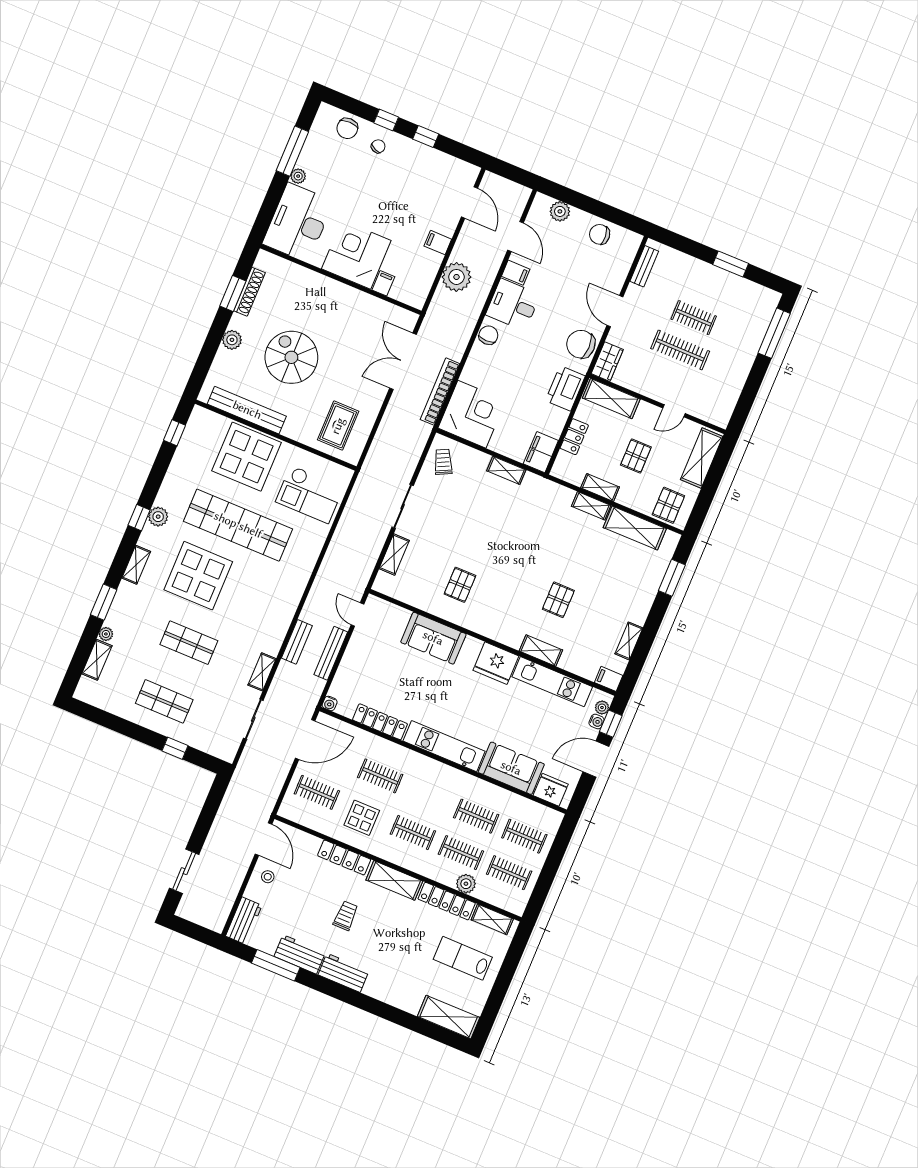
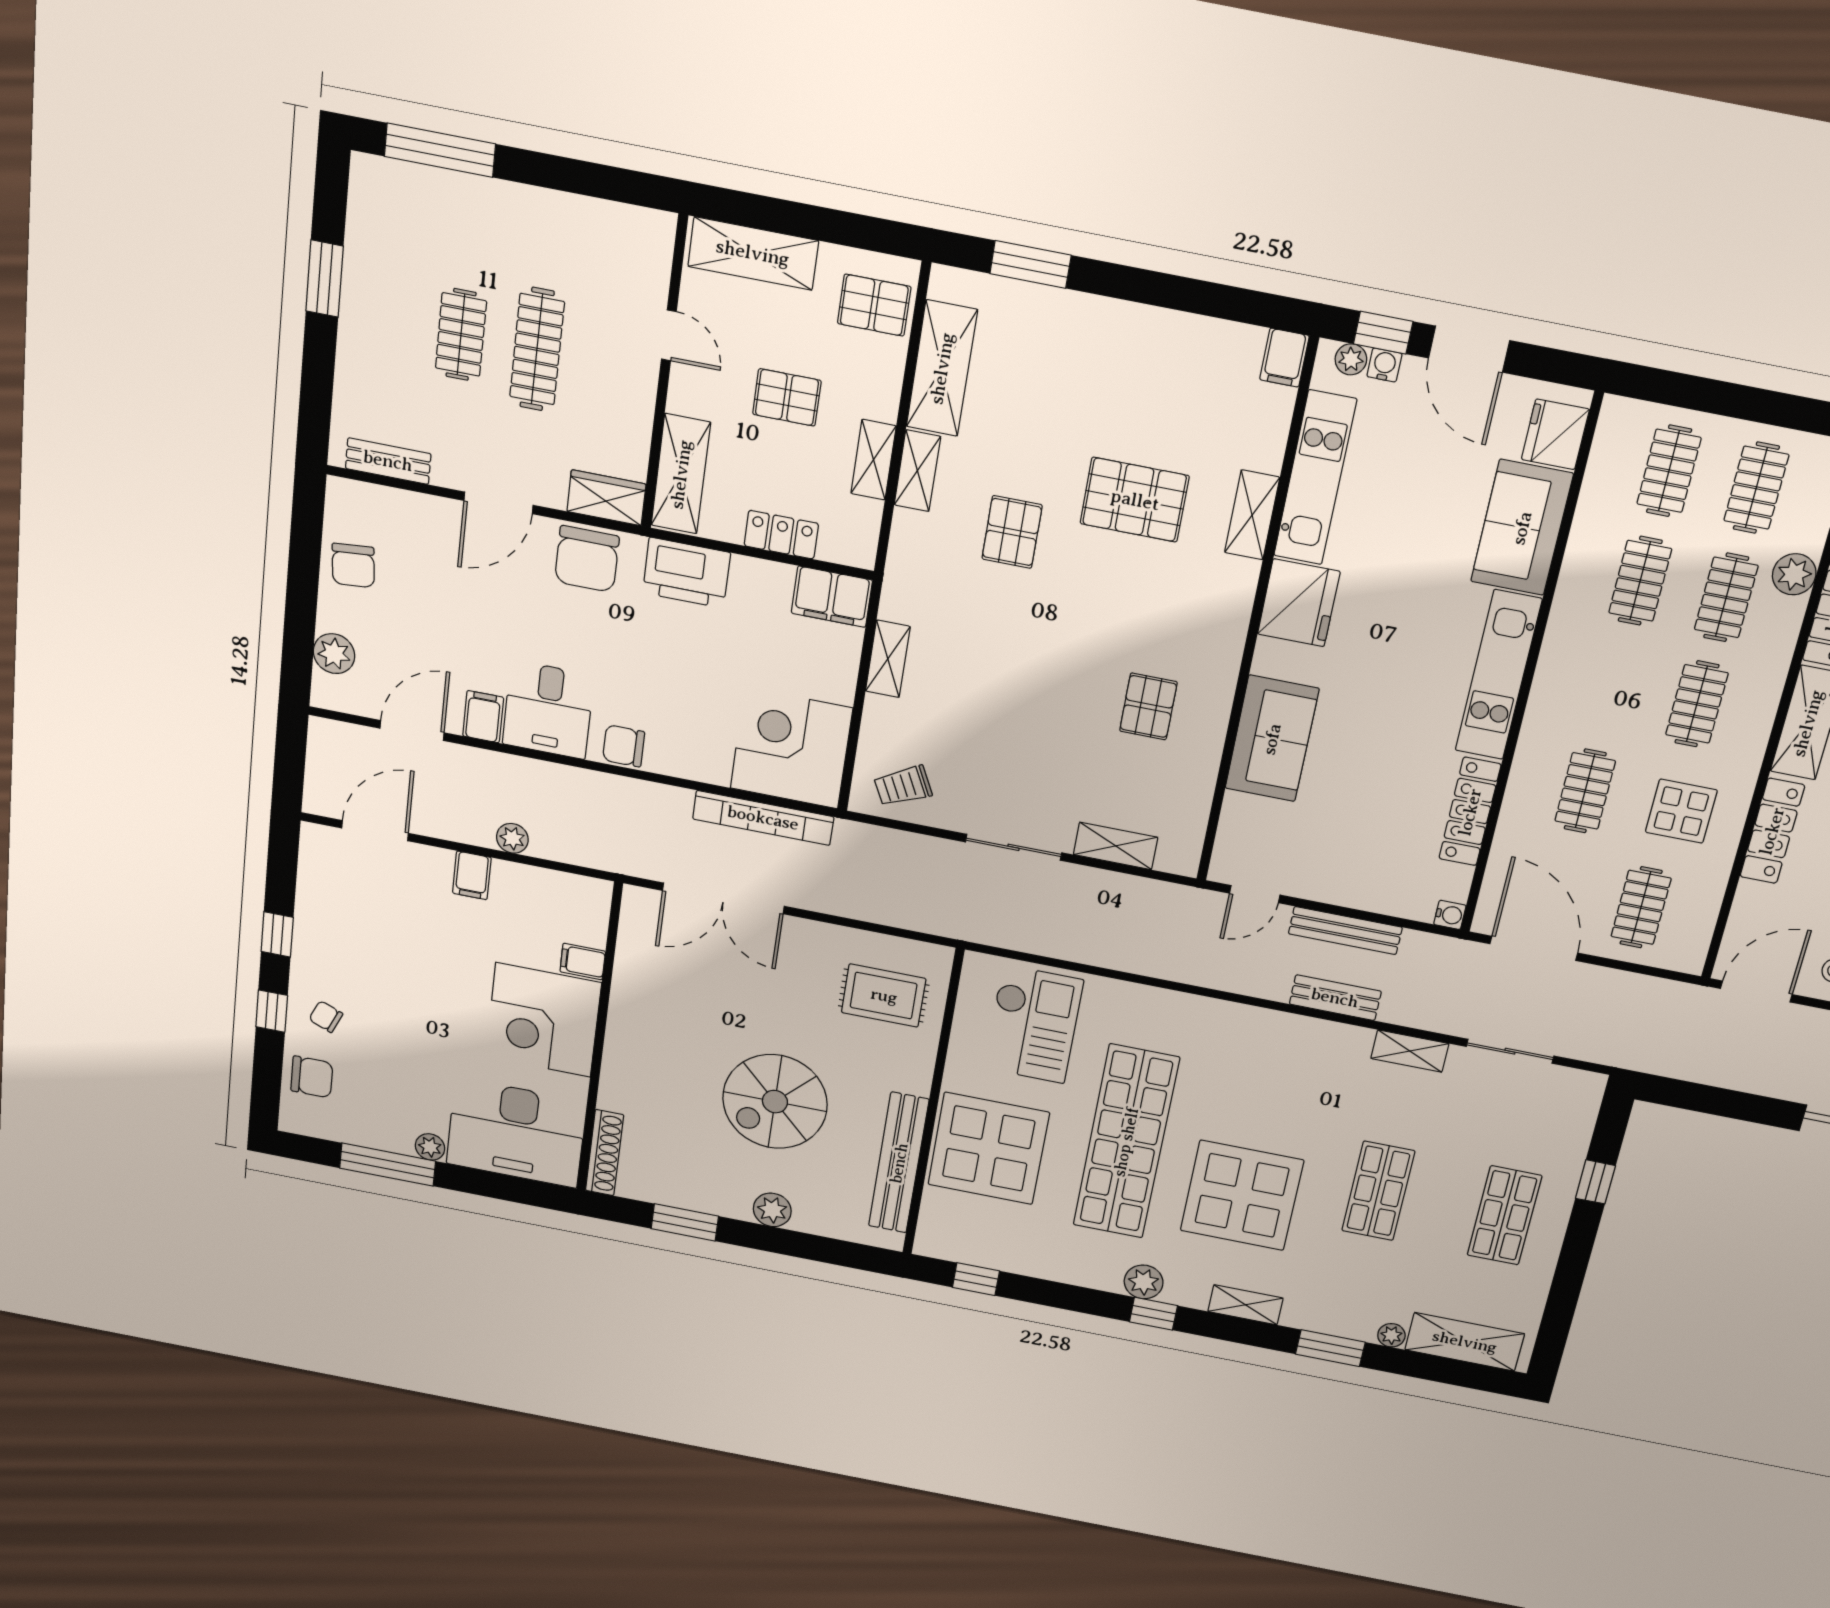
plant: (456, 277) -> (512, 838), width x0.53, depth x0.53
shoe rack: (250, 292) -> (605, 1153), moved, turned 90
pallet: (555, 542) -> (1012, 532), added
pallet: (460, 585) -> (1148, 706), turned 90
pallet: (558, 600) -> (1135, 500), width x1.50, depth x1.42
shelving: (629, 641) -> (1191, 330), removed
shelving: (97, 660) -> (1465, 1342), width x1.50, depth x1.33

